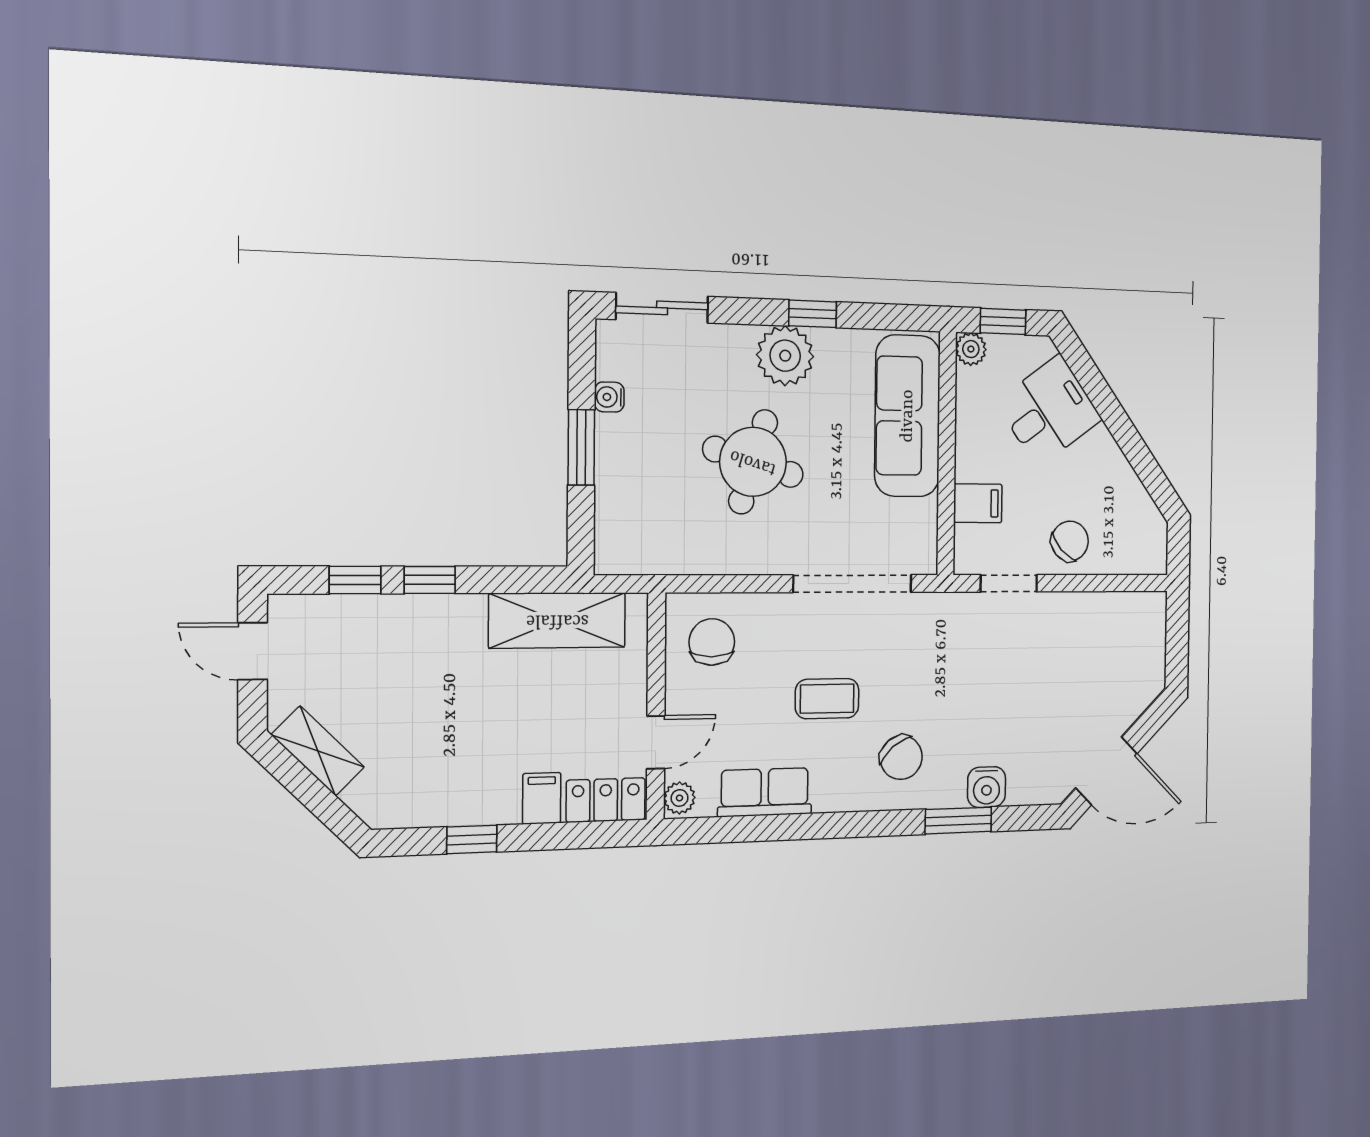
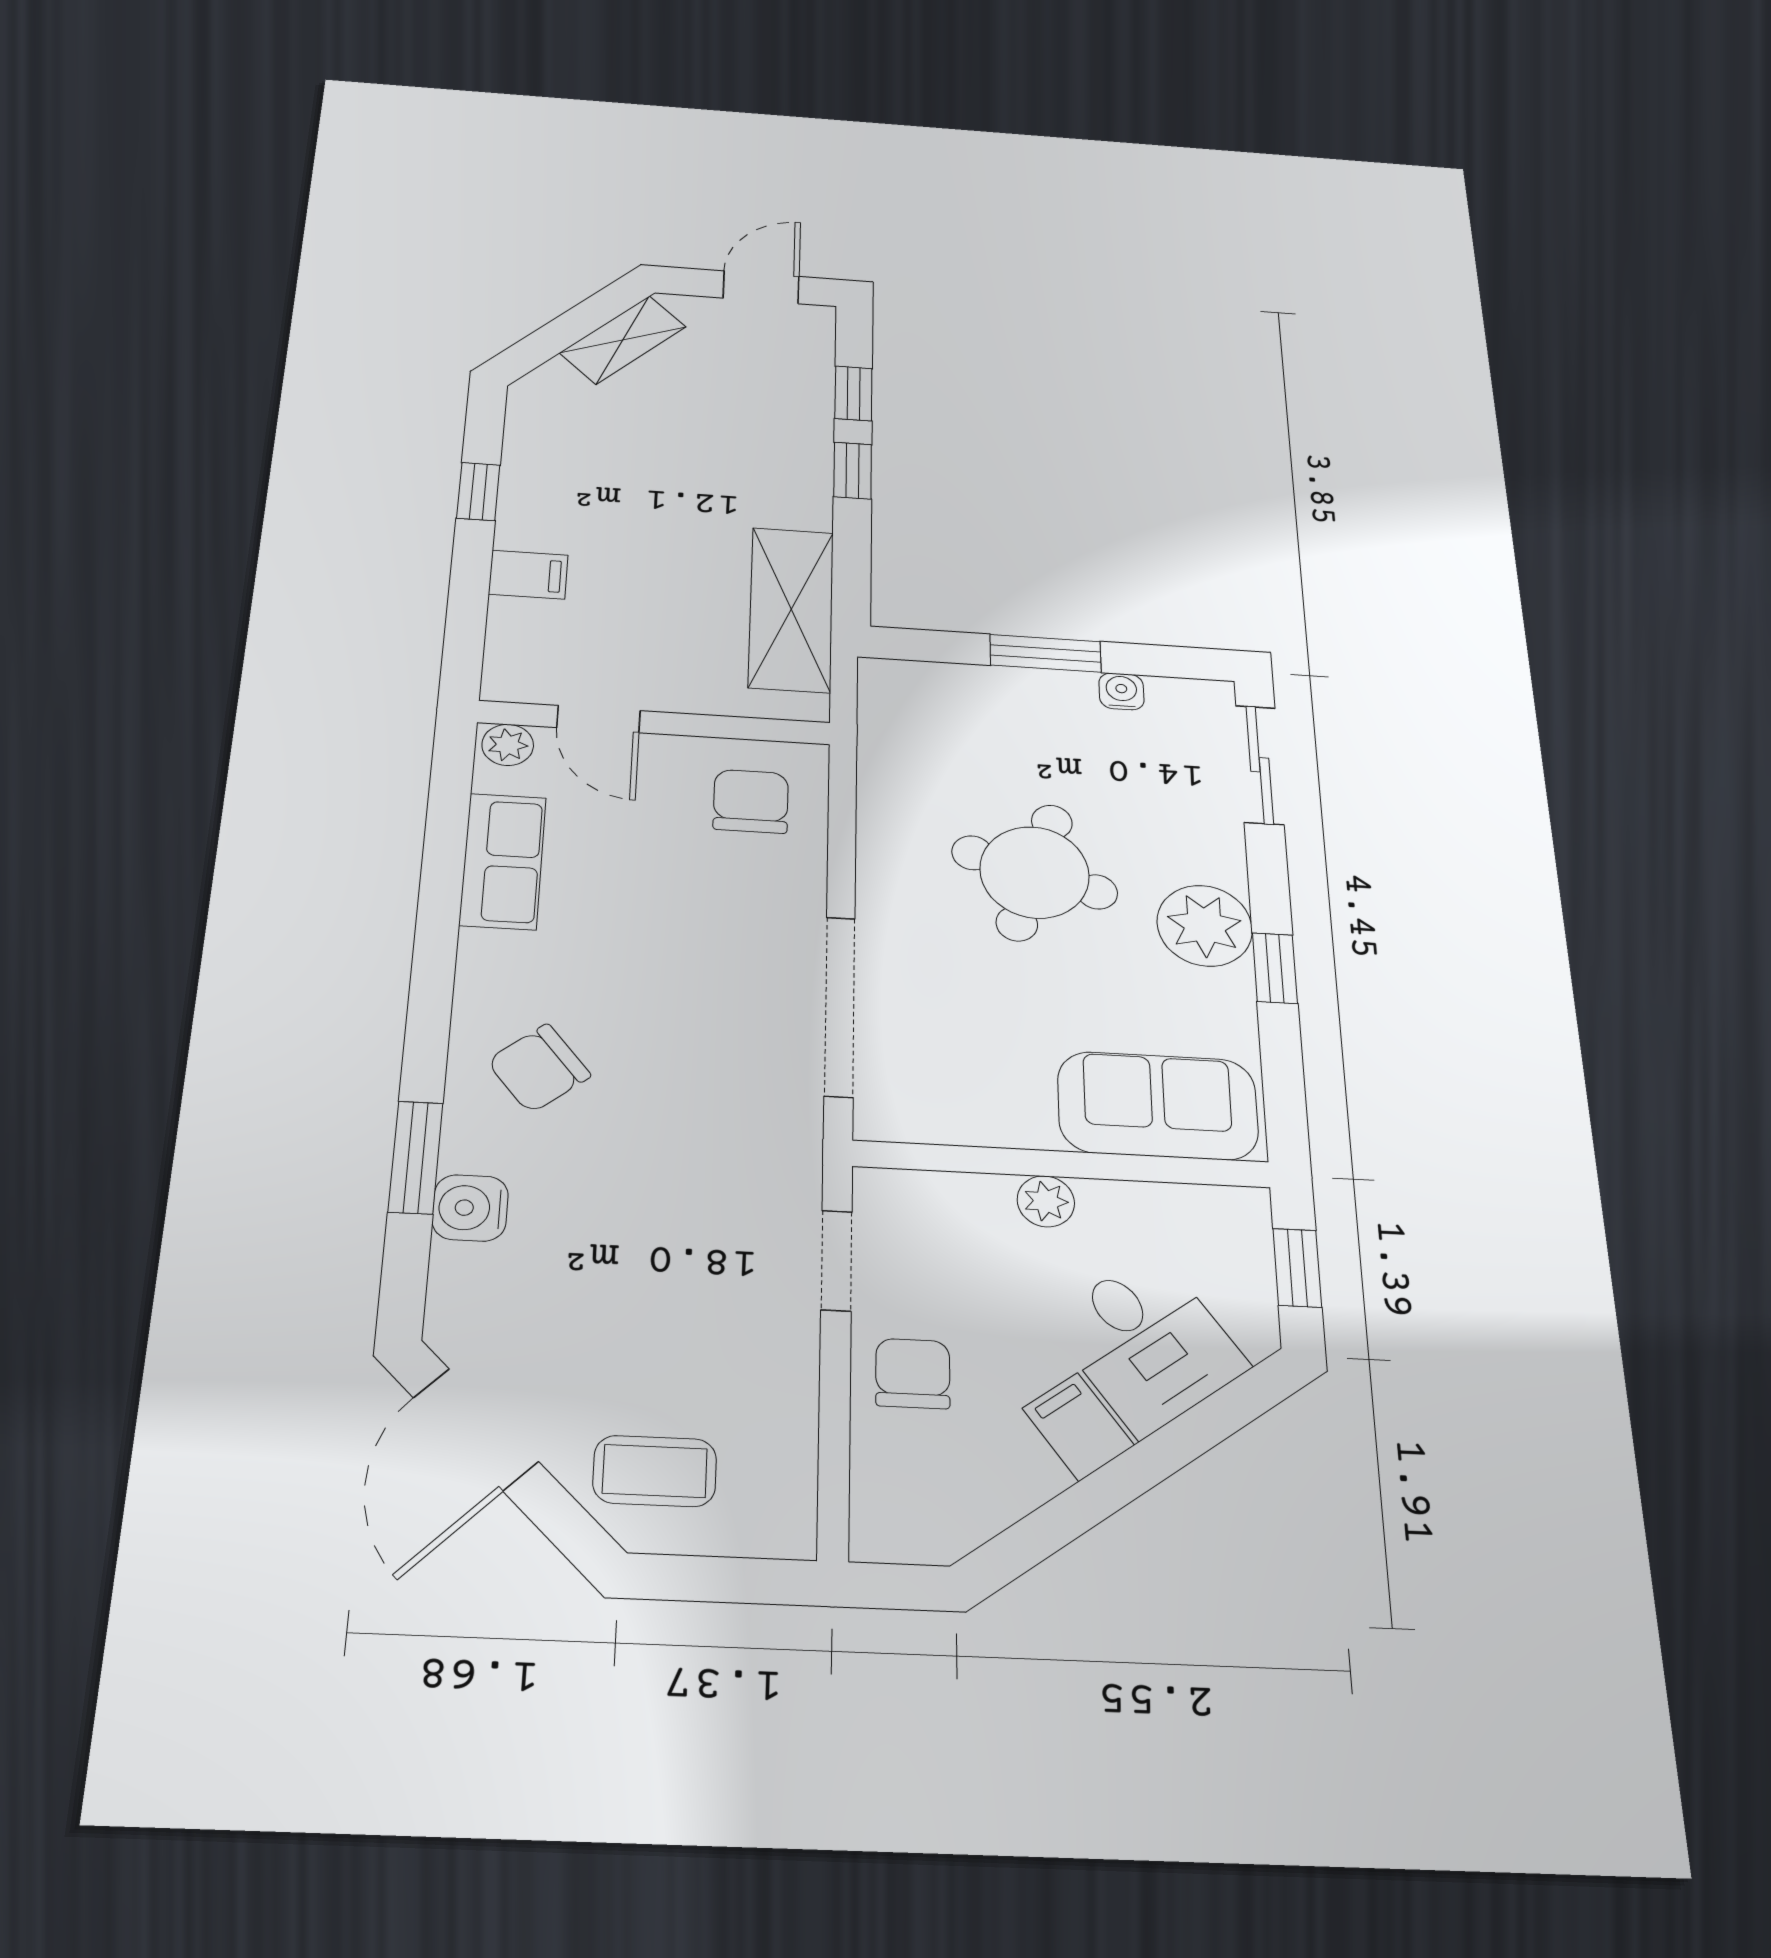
plant: (971, 349) -> (1046, 1201), moved
sofa: (908, 416) -> (1158, 1106), width x0.73
filing cabinet: (978, 503) -> (1078, 1427), moved, turned 144
chair: (1070, 541) -> (913, 1373), turned -137
chair: (712, 642) -> (751, 801), turned -90
coffee table: (827, 699) -> (655, 1471), moved, turned 90
locker: (606, 800) -> (516, 651), removed

